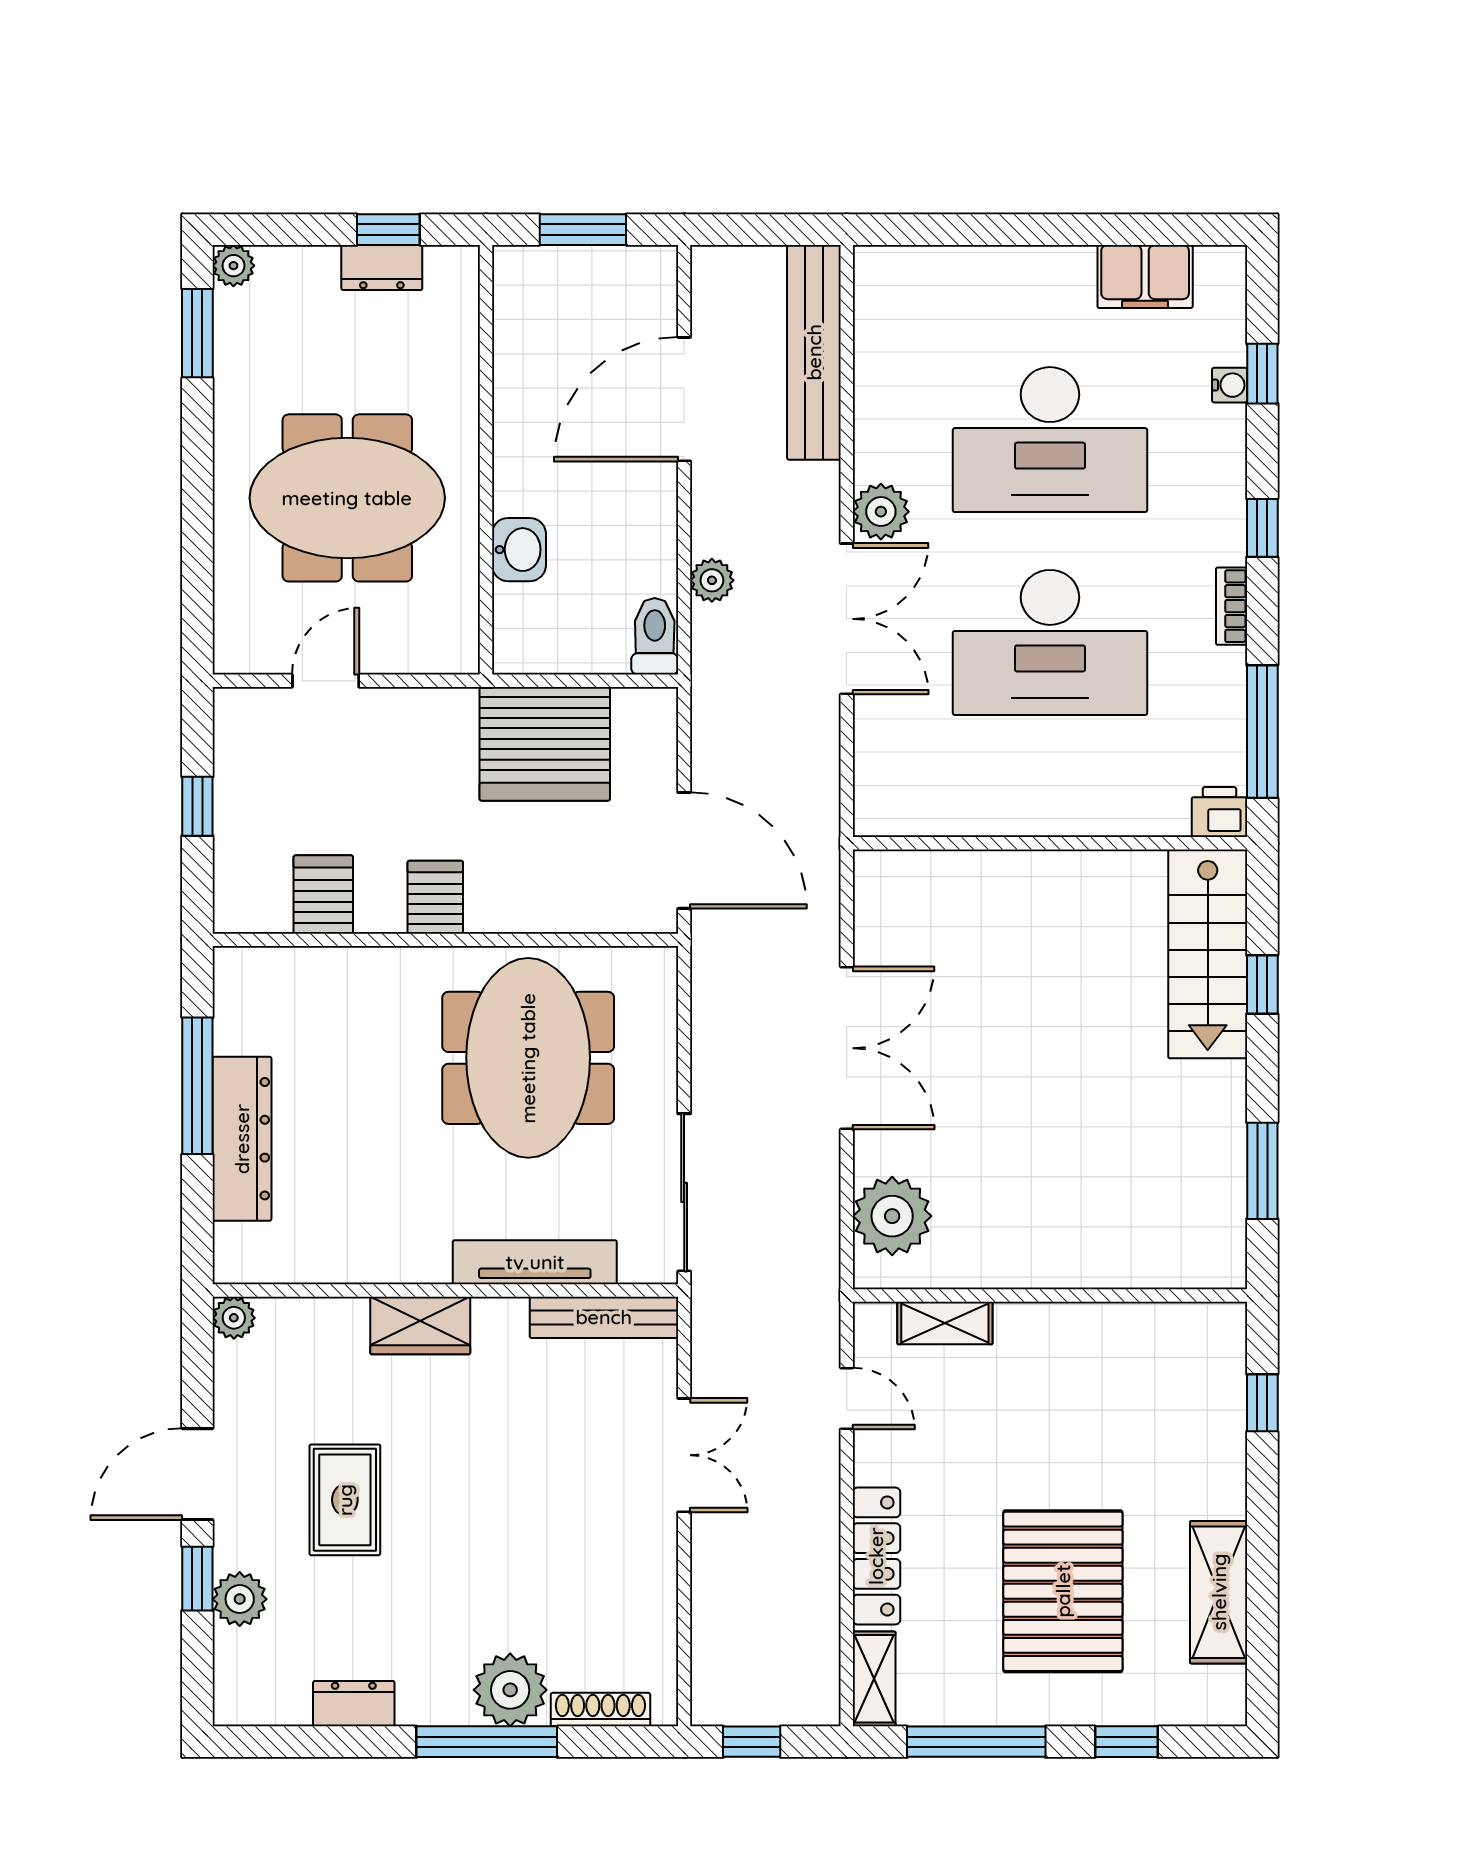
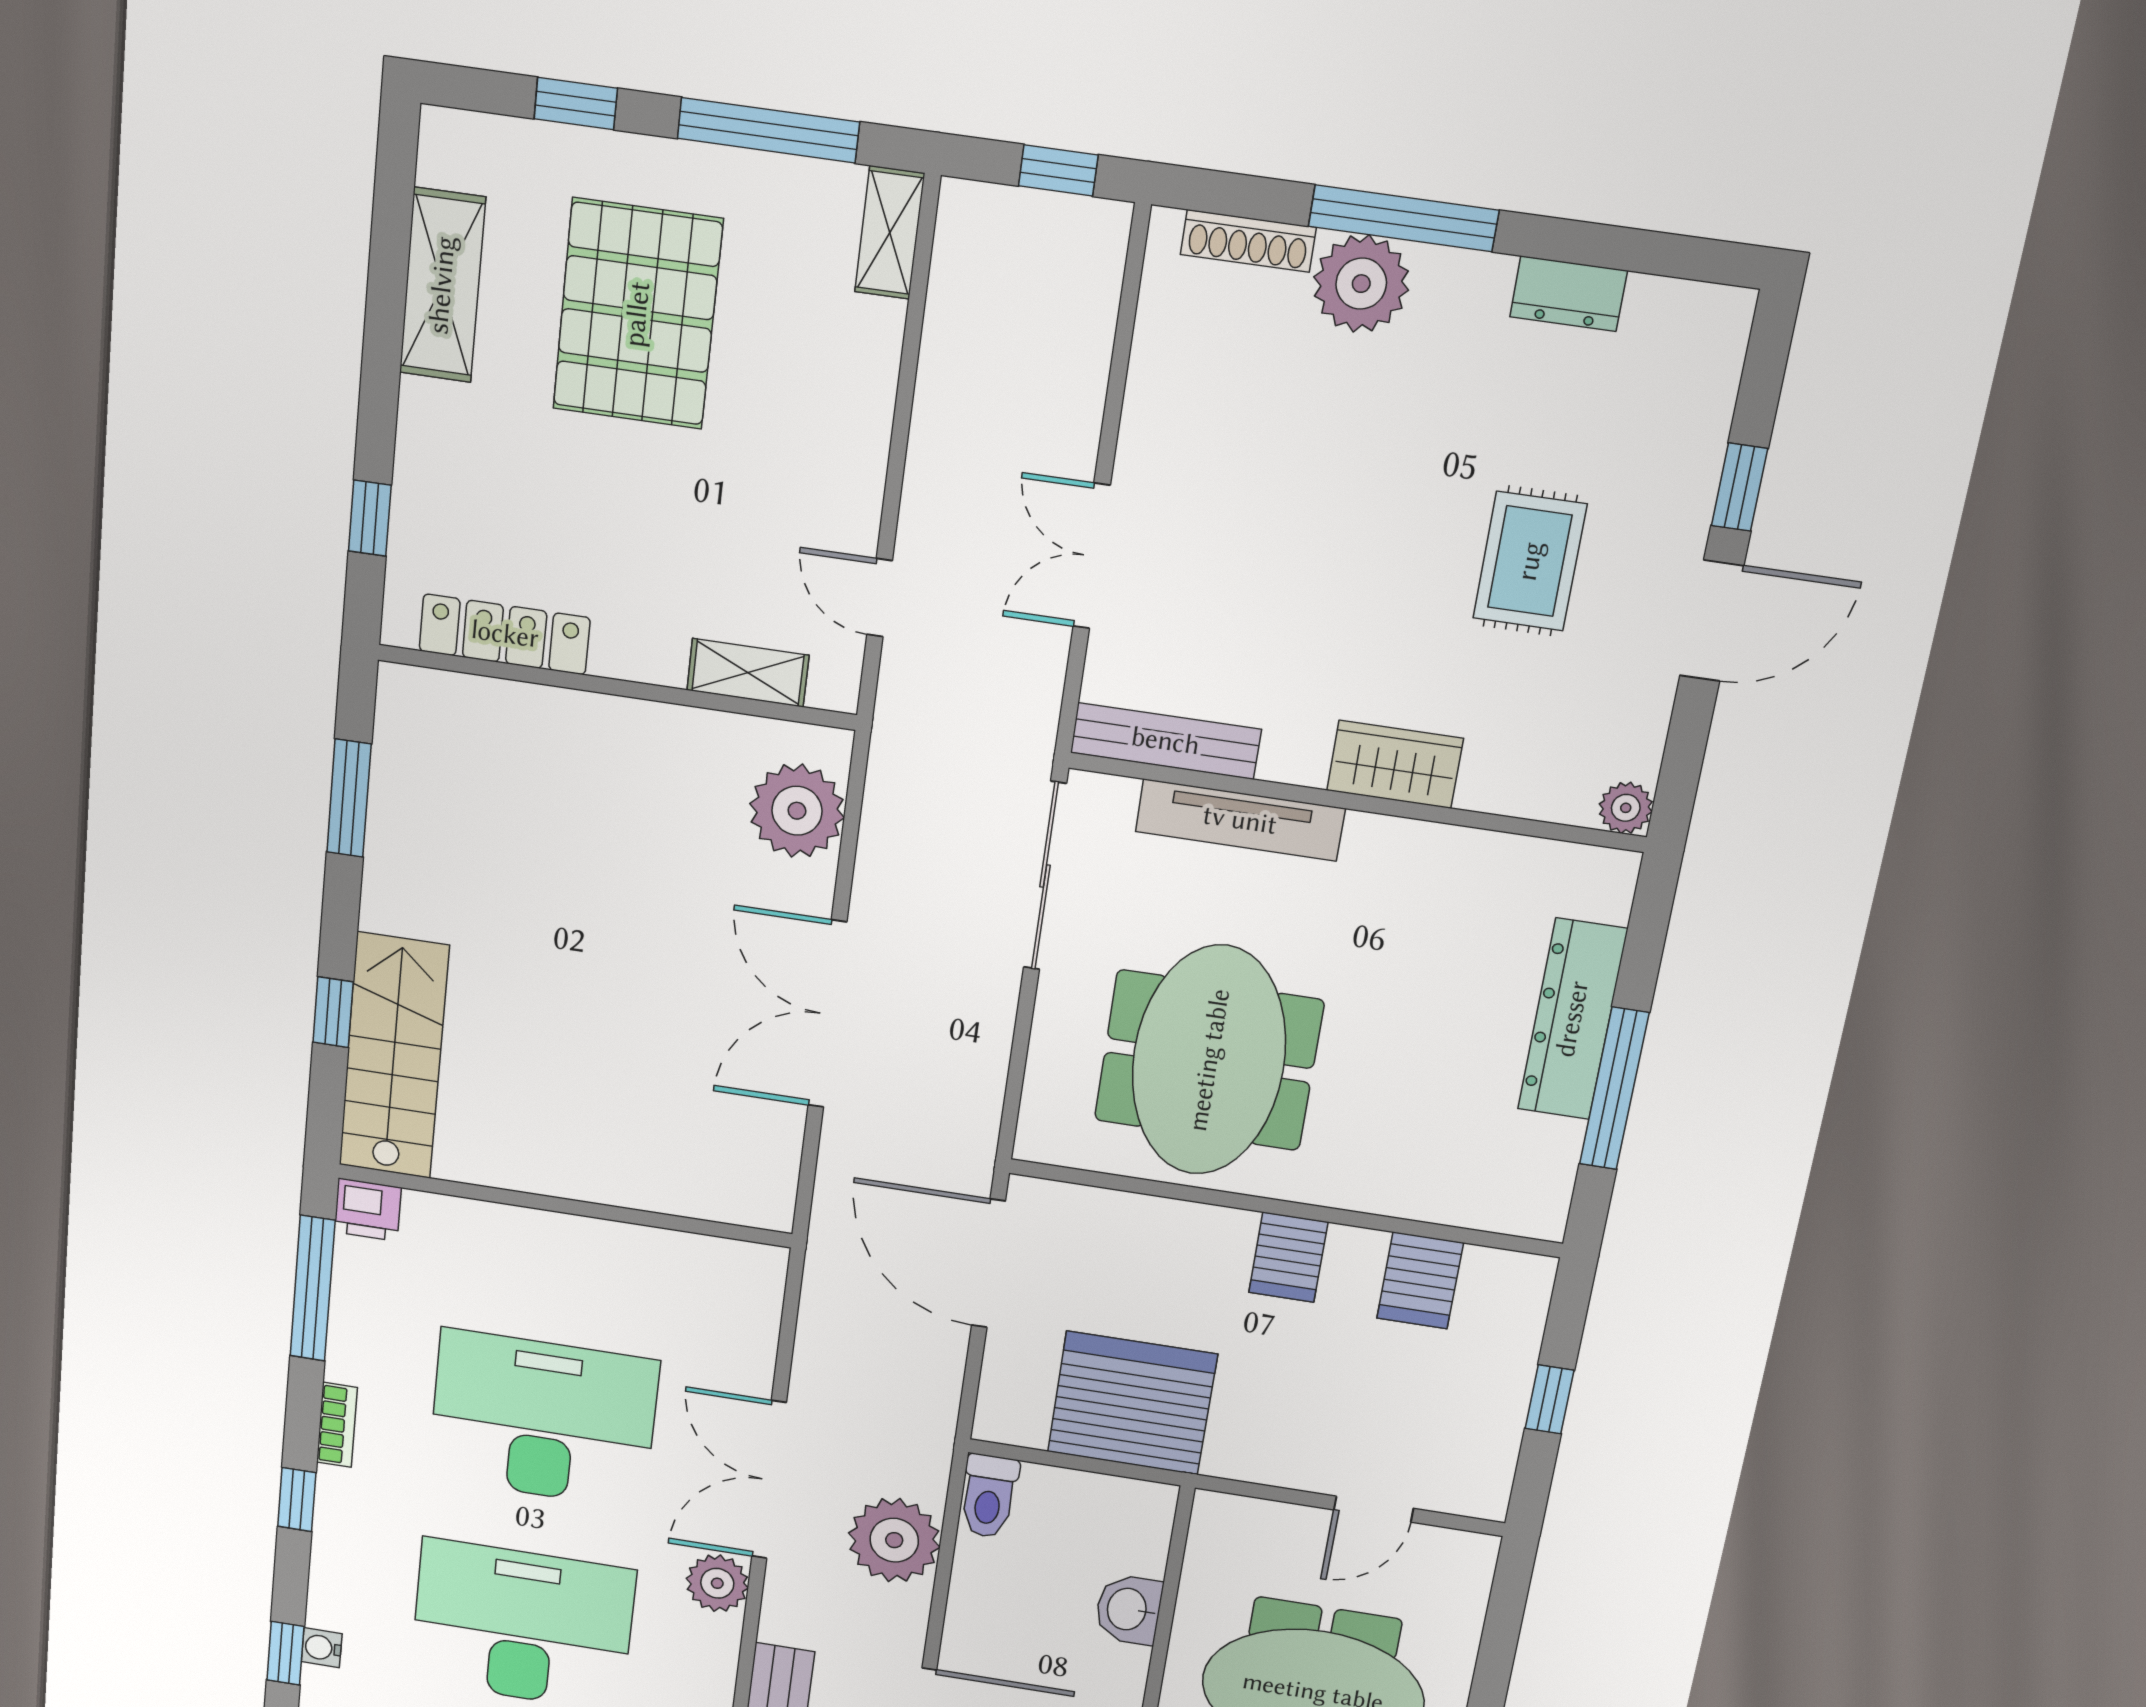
plant: (712, 580) -> (894, 1540), width x1.88, depth x1.88
locker: (876, 1556) -> (505, 634), moved, turned 90
plant: (240, 1599) -> (1690, 453), removed

